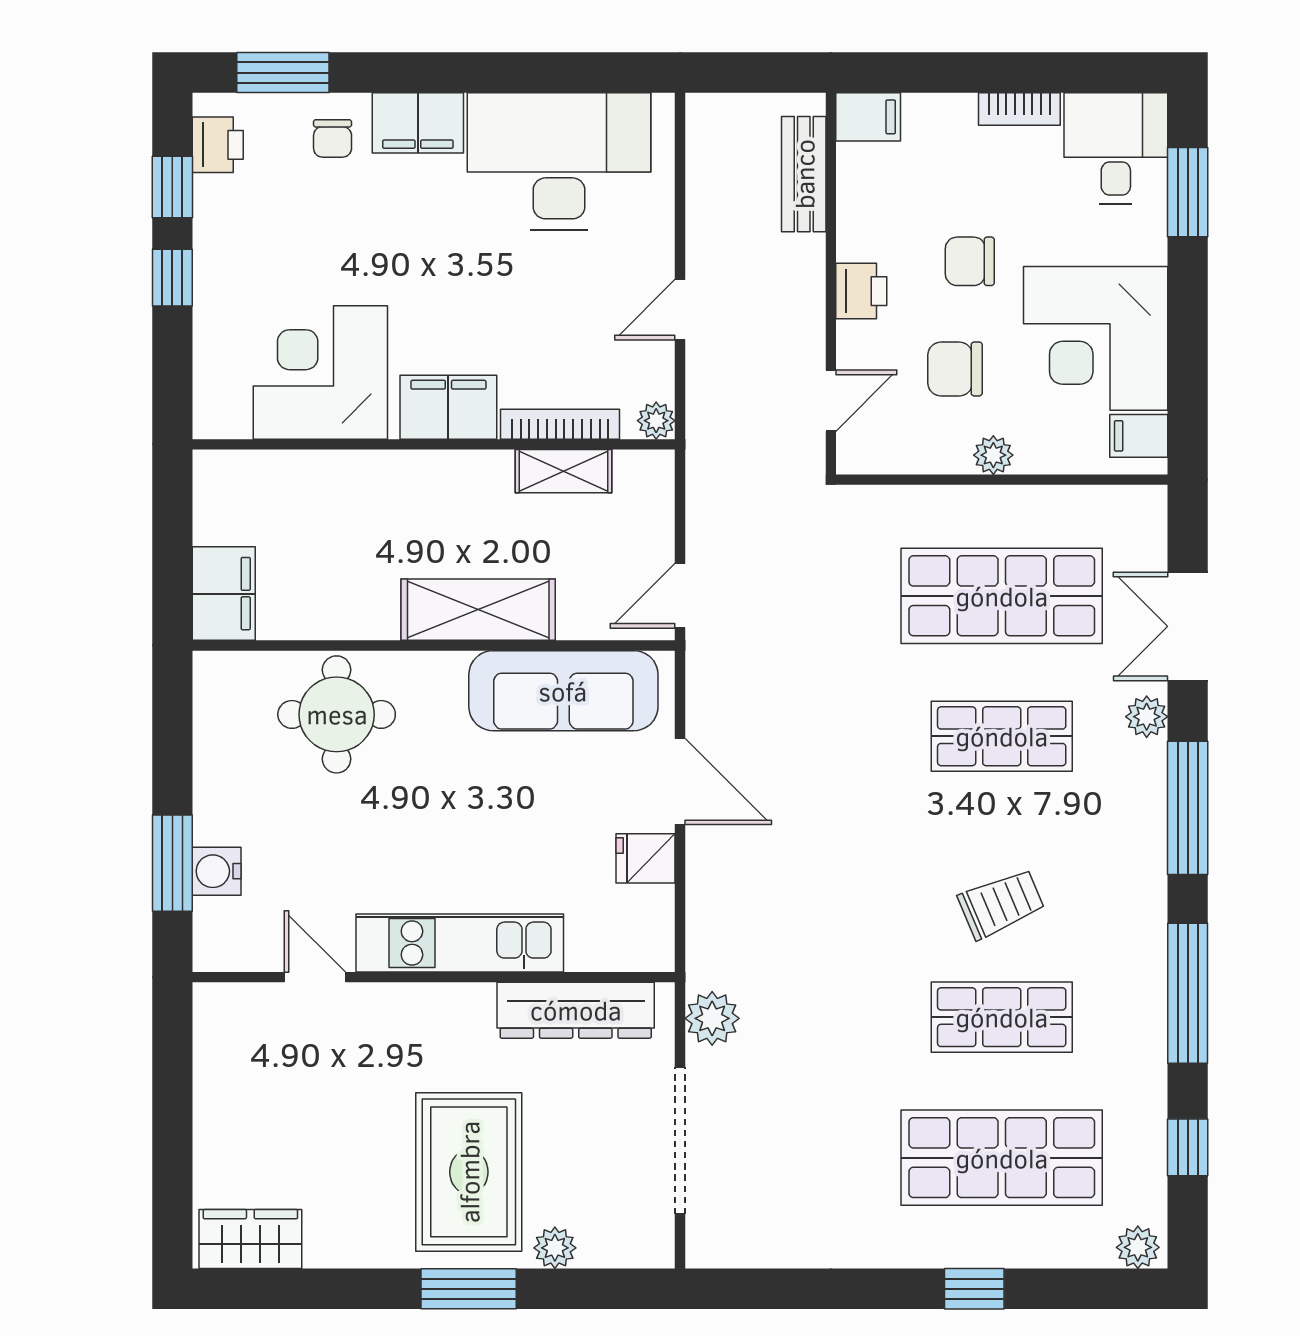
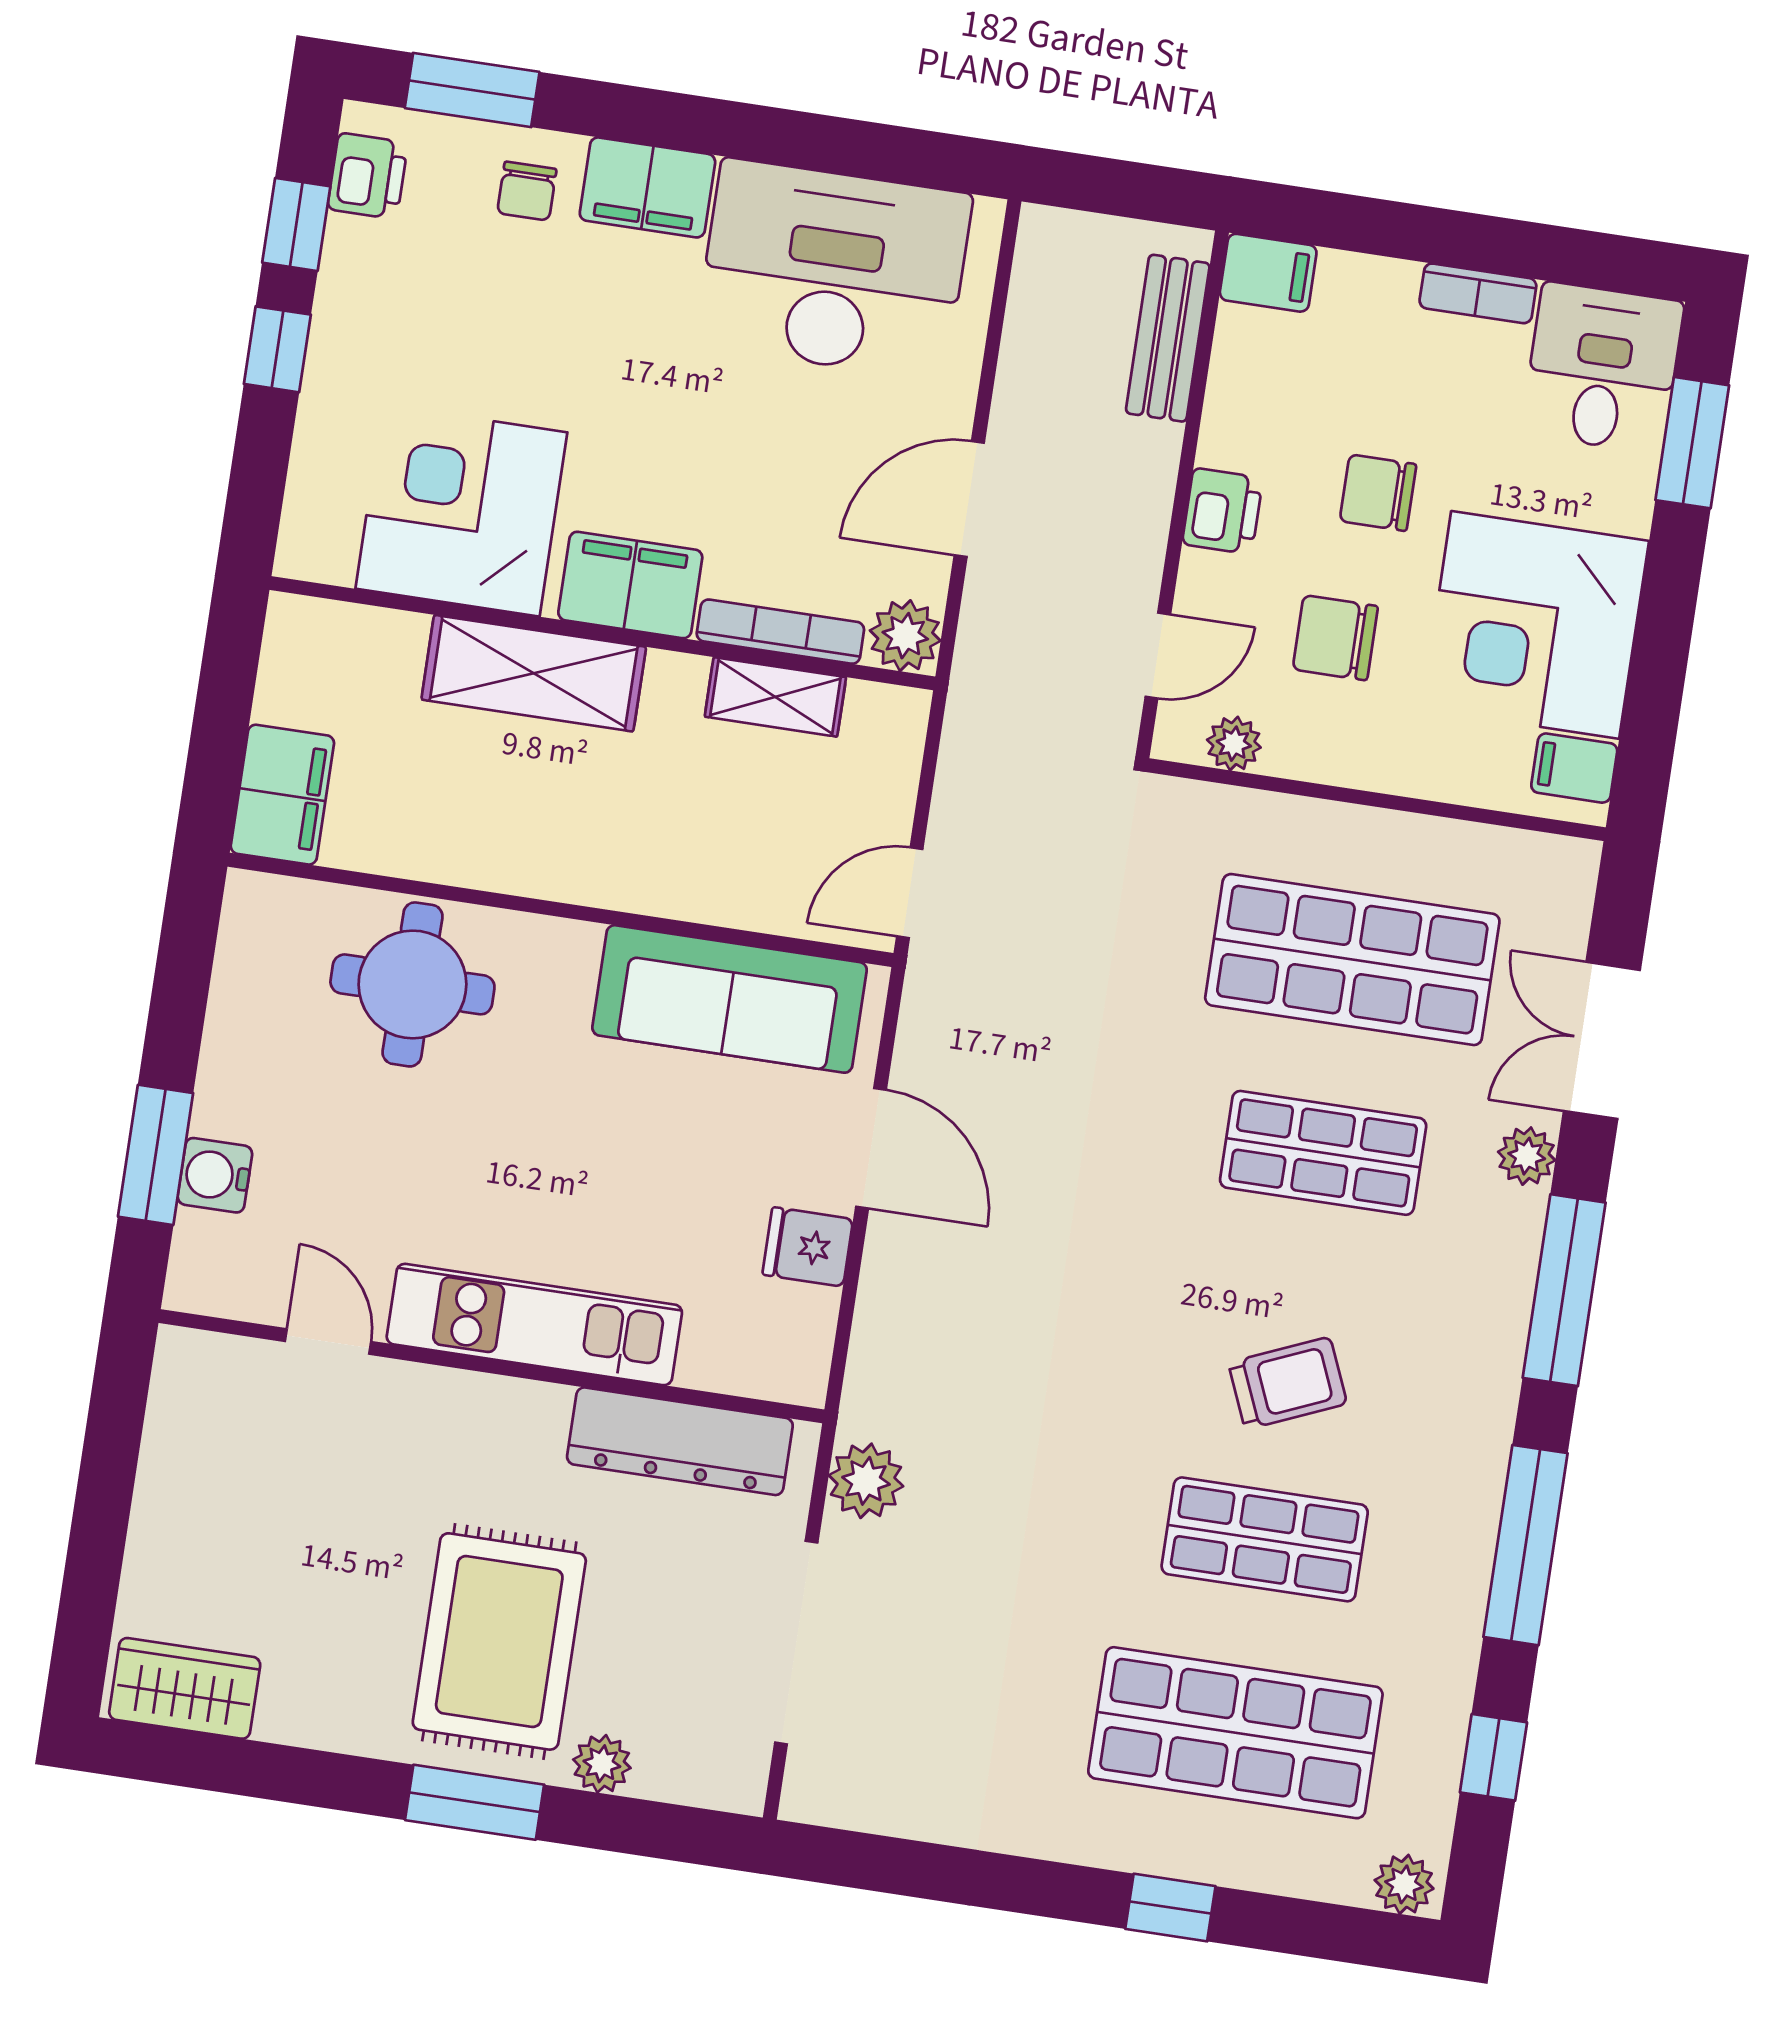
door: (680, 310) -> (969, 499), width x1.38
plant: (656, 421) -> (905, 636), width x1.38, depth x1.38
plant: (993, 455) -> (1234, 744), moved
shelving: (478, 610) -> (534, 673), moved

